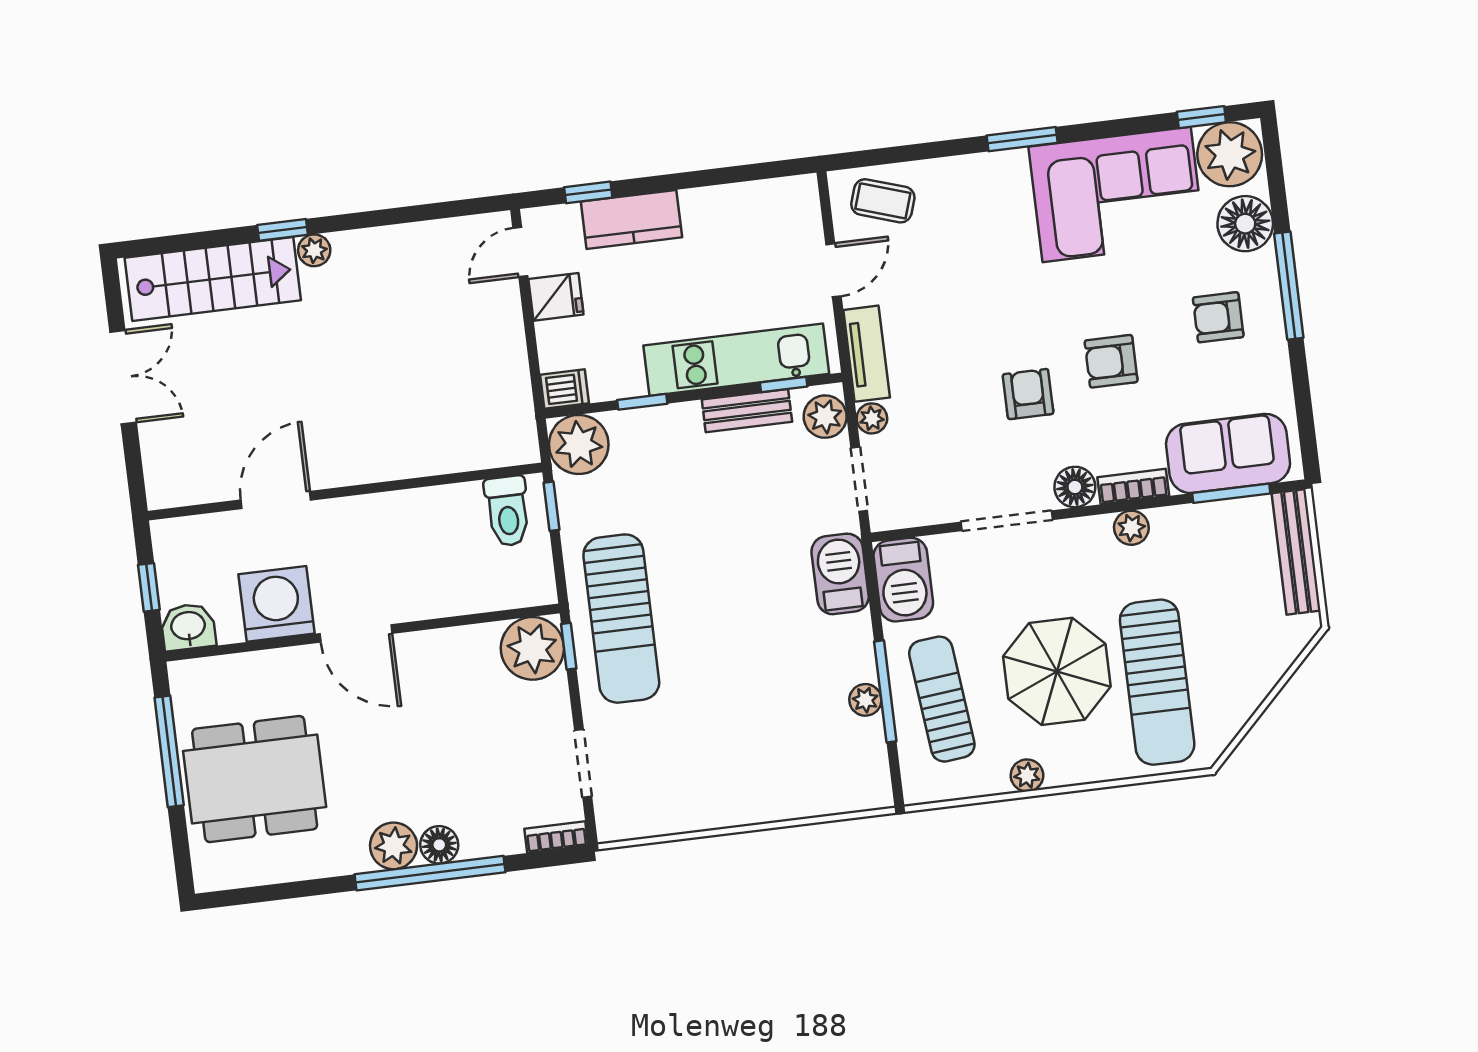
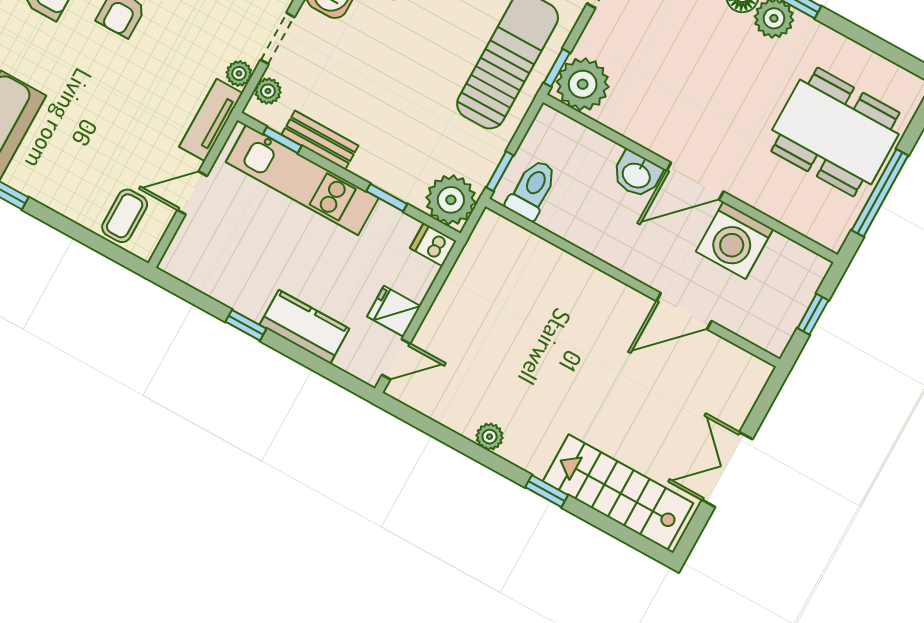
window: (588, 192) -> (246, 325), moved
coffee table: (883, 201) -> (125, 216), turned 72
plant: (314, 250) -> (490, 437), moved
plant: (825, 417) -> (268, 91), width x0.73, depth x0.73
washbasin: (188, 627) -> (637, 175), moved
door: (356, 633) -> (695, 181), swing flipped

